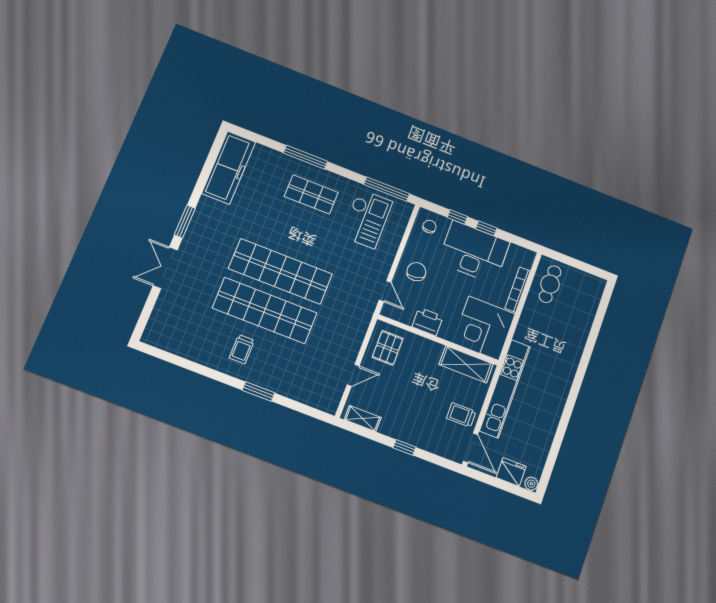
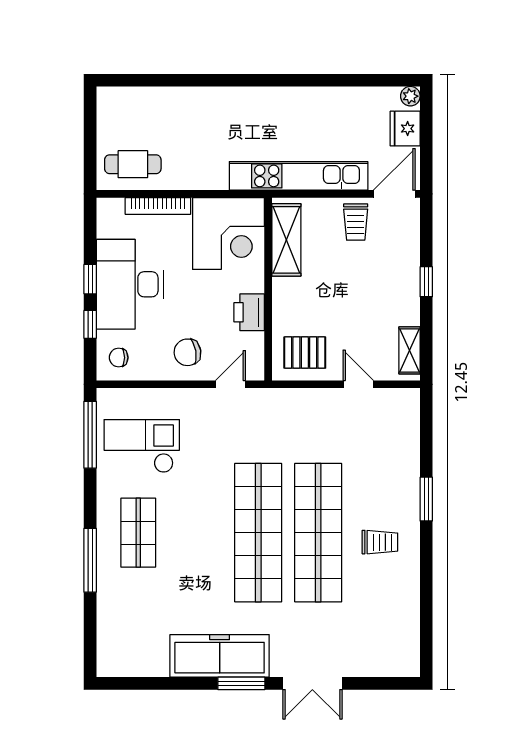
freezer: (229, 168) -> (220, 656), moved

